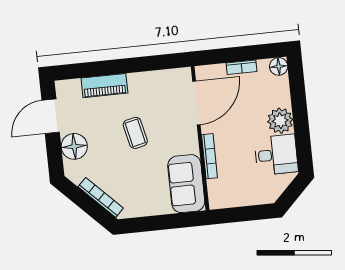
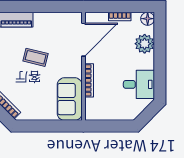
plant: (280, 121) -> (145, 44), moved
coffee table: (135, 133) -> (36, 57), turned -63

